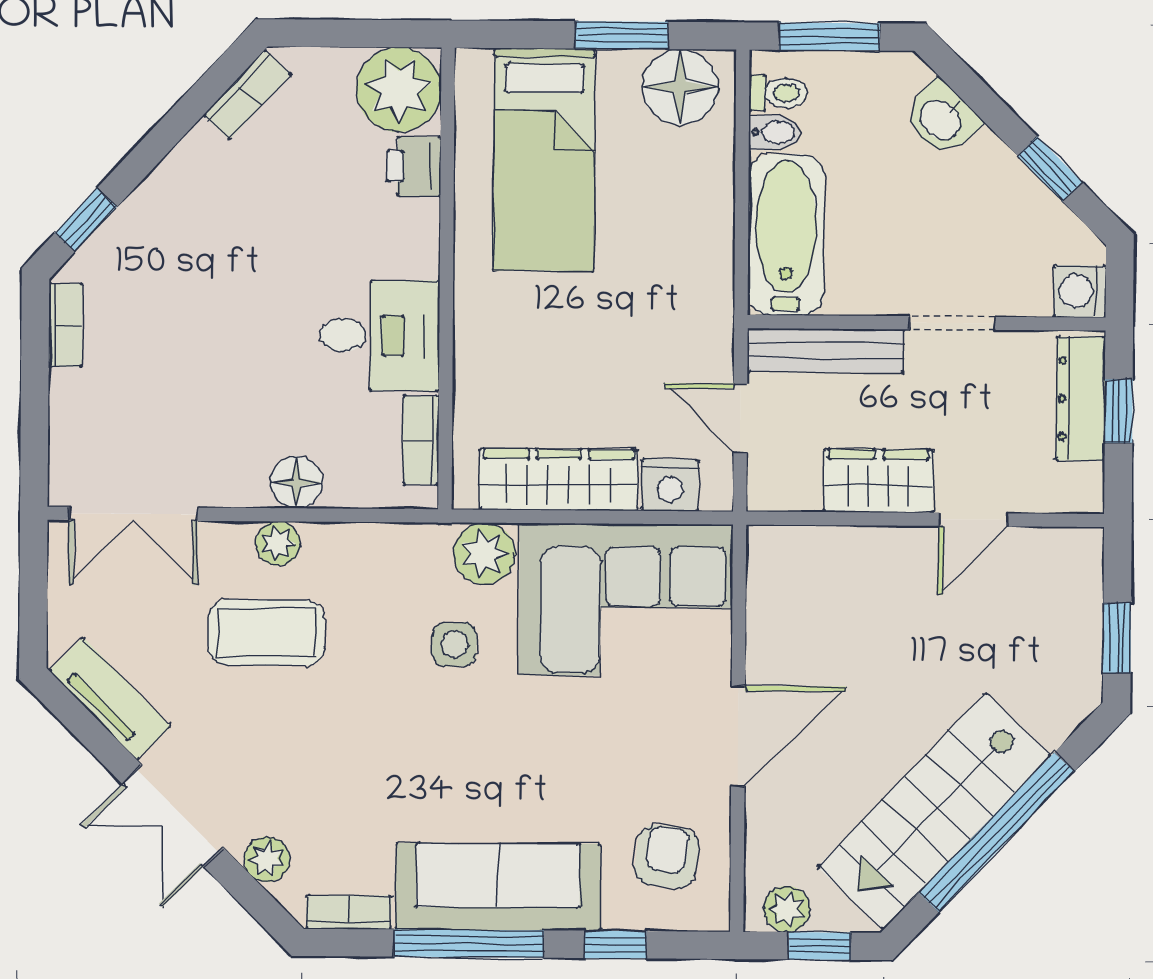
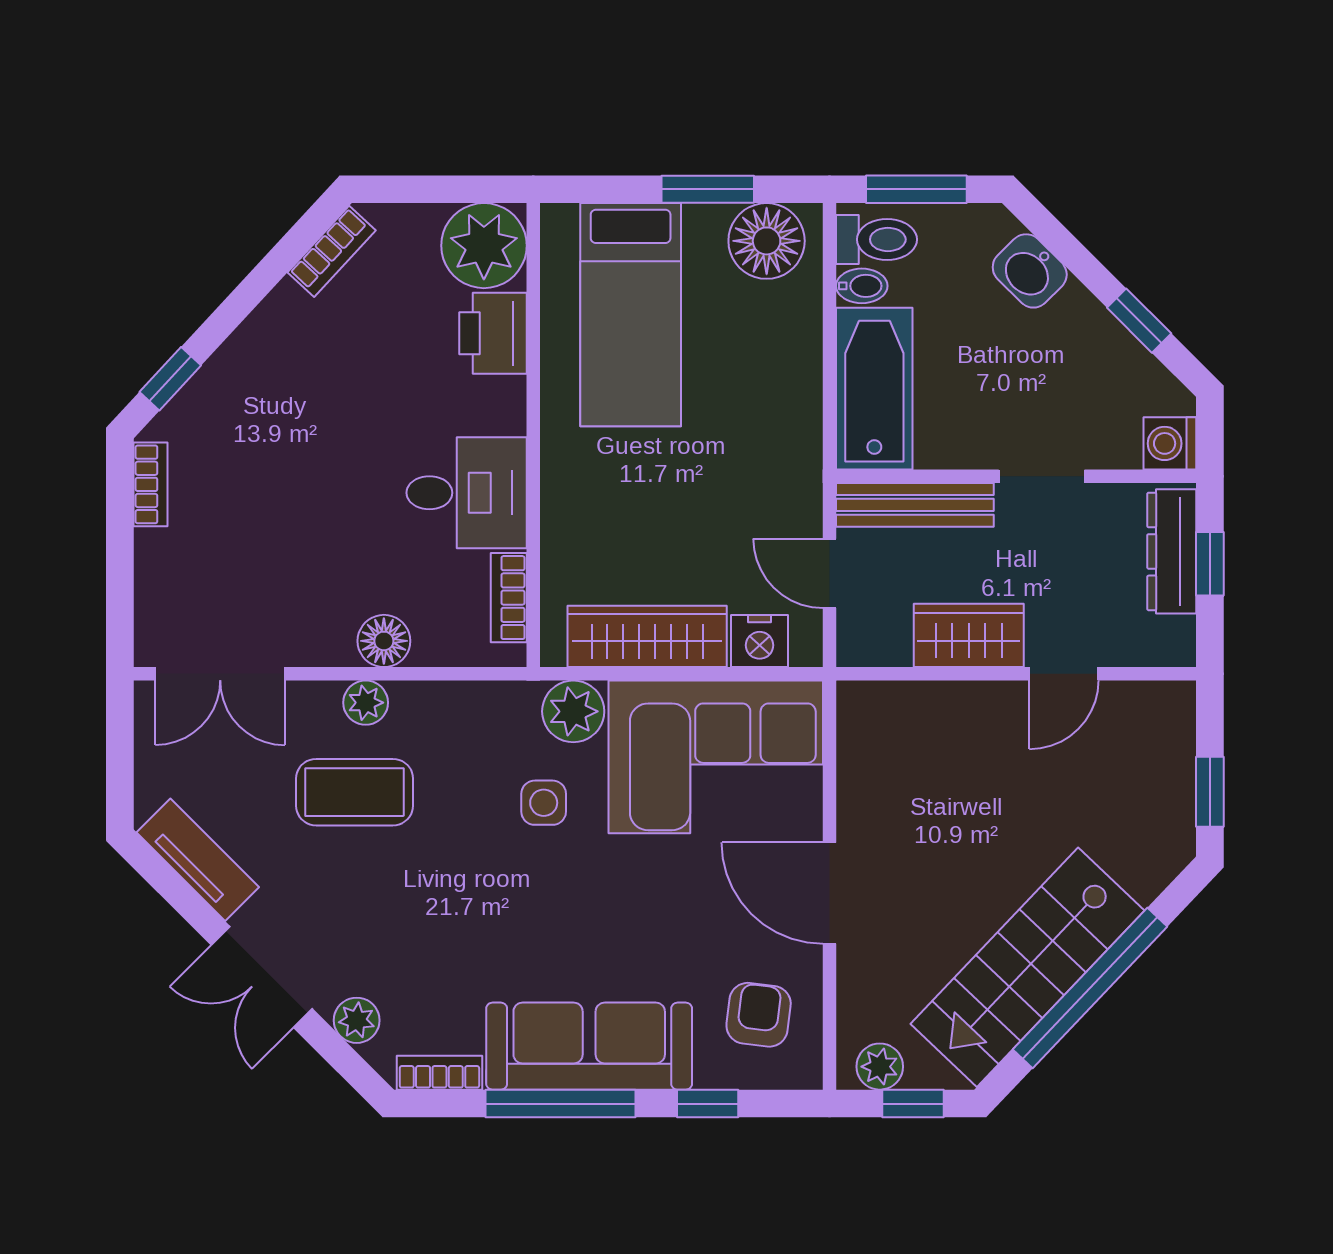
toilet: (778, 93) -> (877, 239), width x1.37, depth x1.39
printer: (414, 166) -> (493, 333), width x1.36, depth x1.24
door: (738, 736) -> (830, 893), swing flipped

